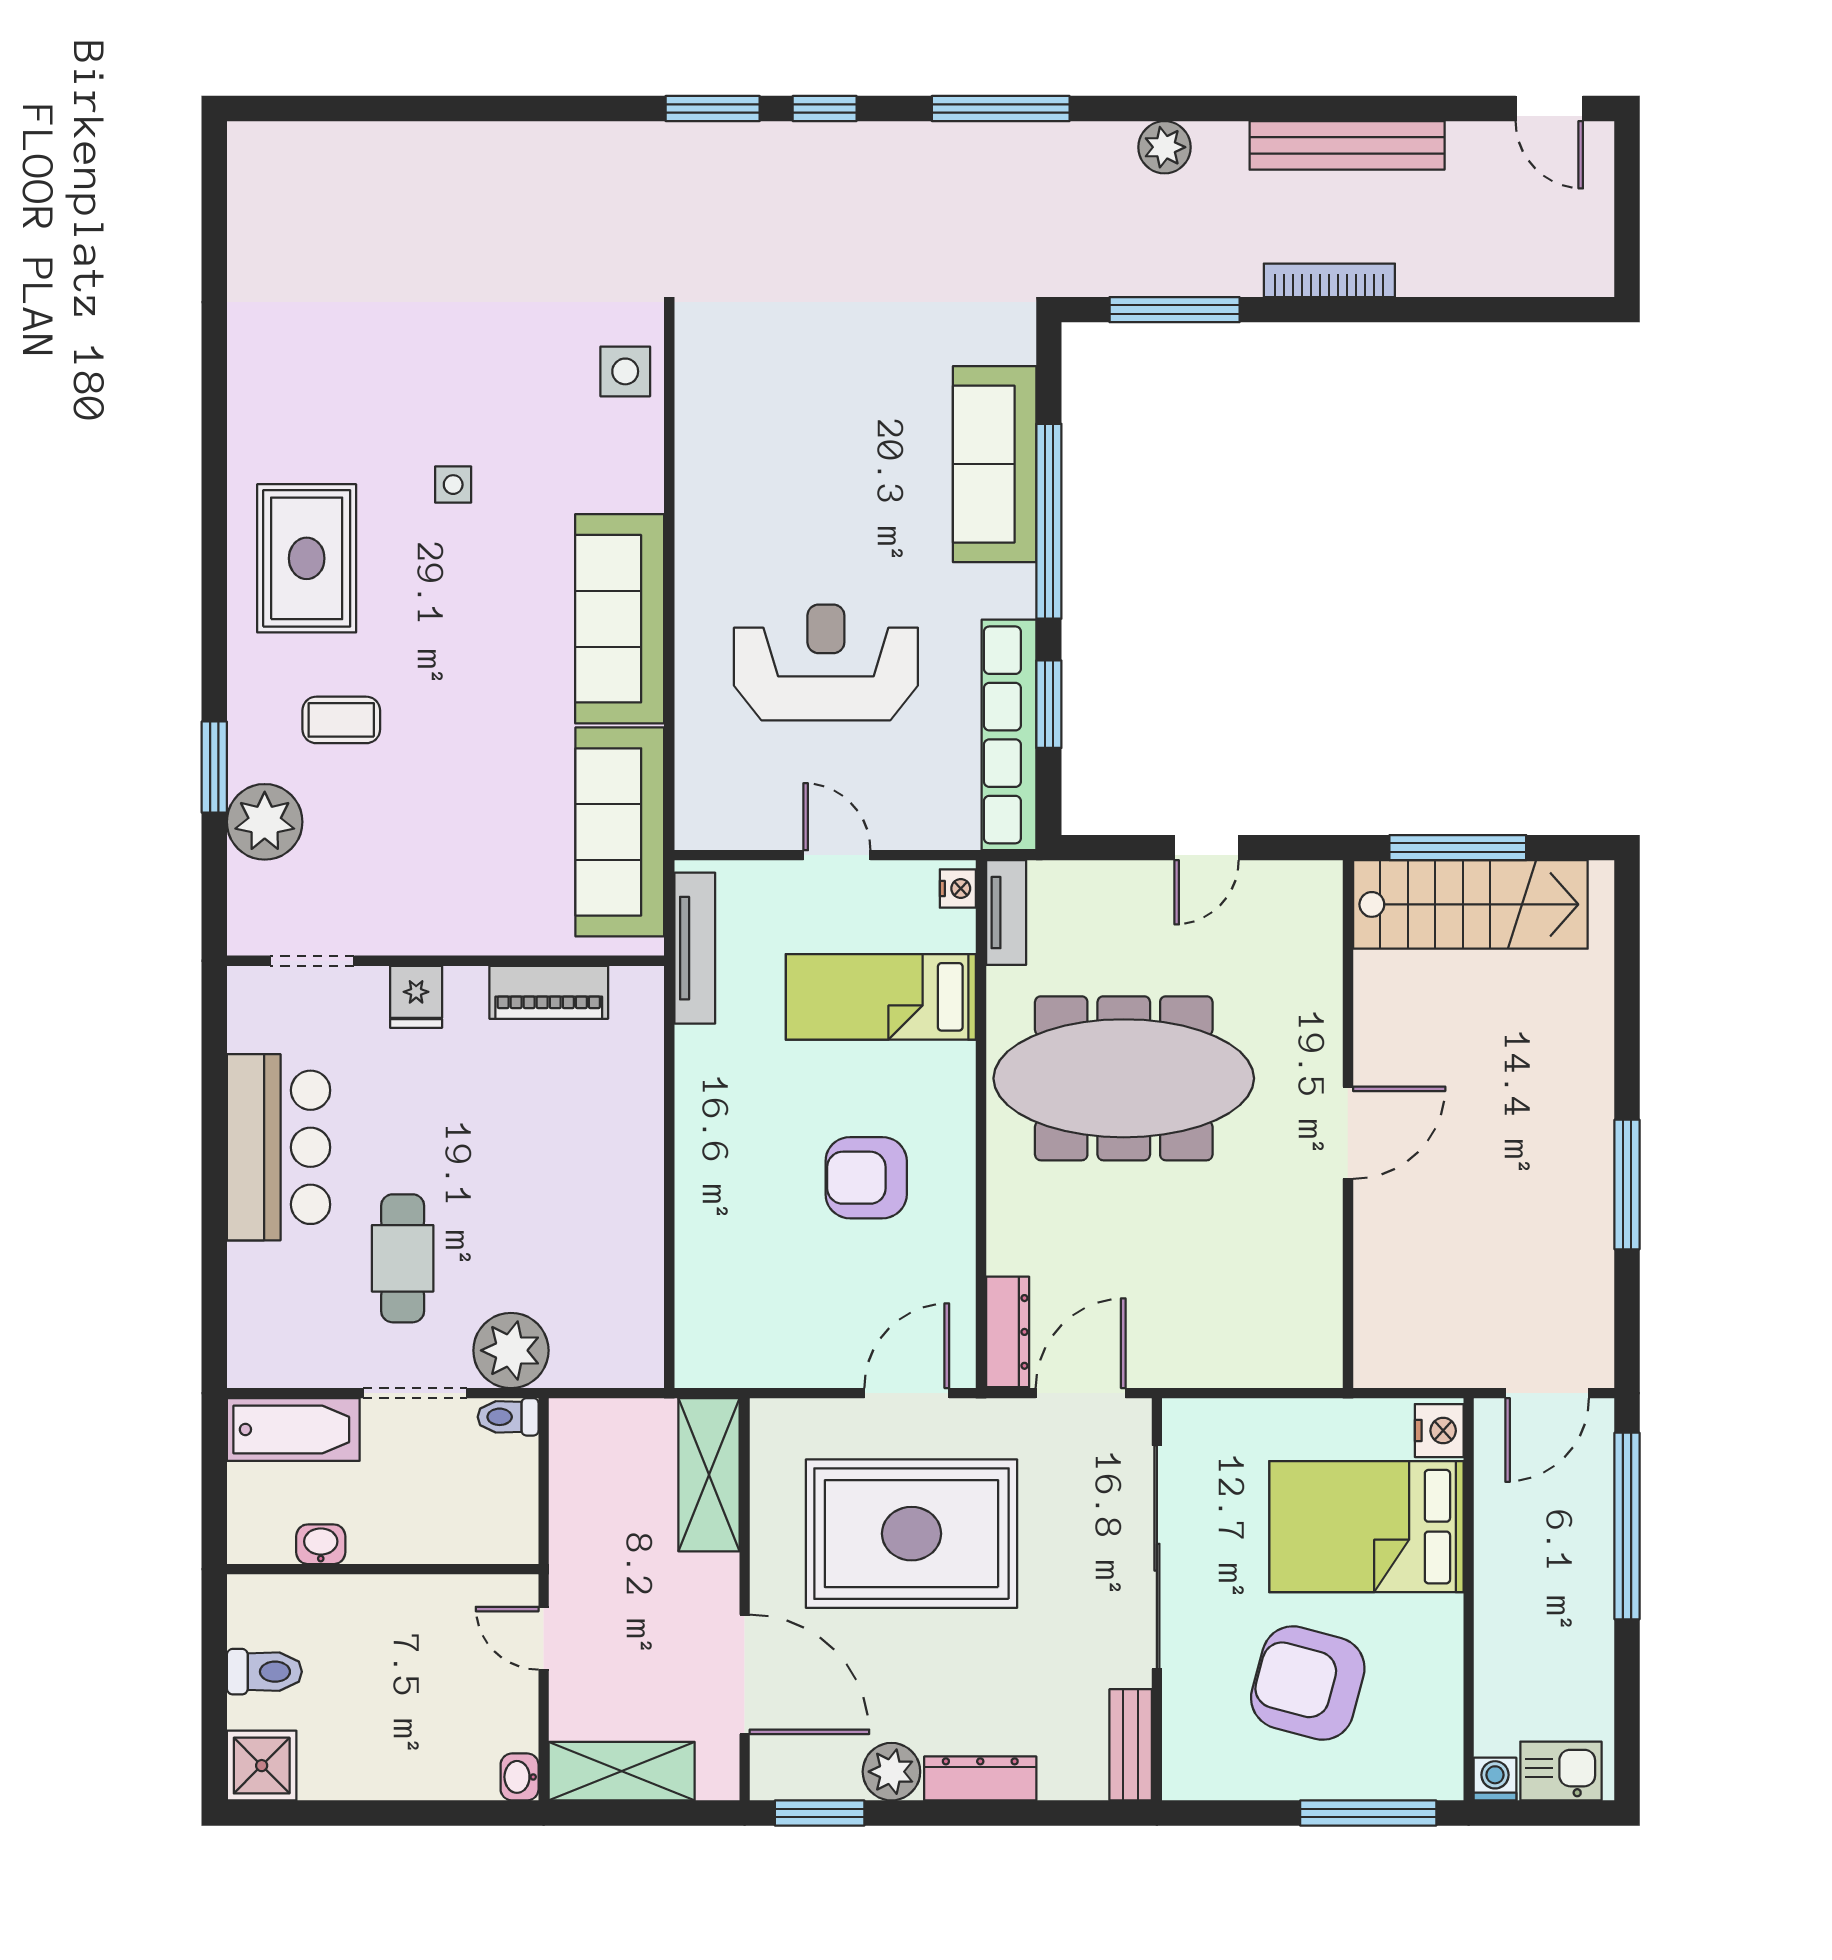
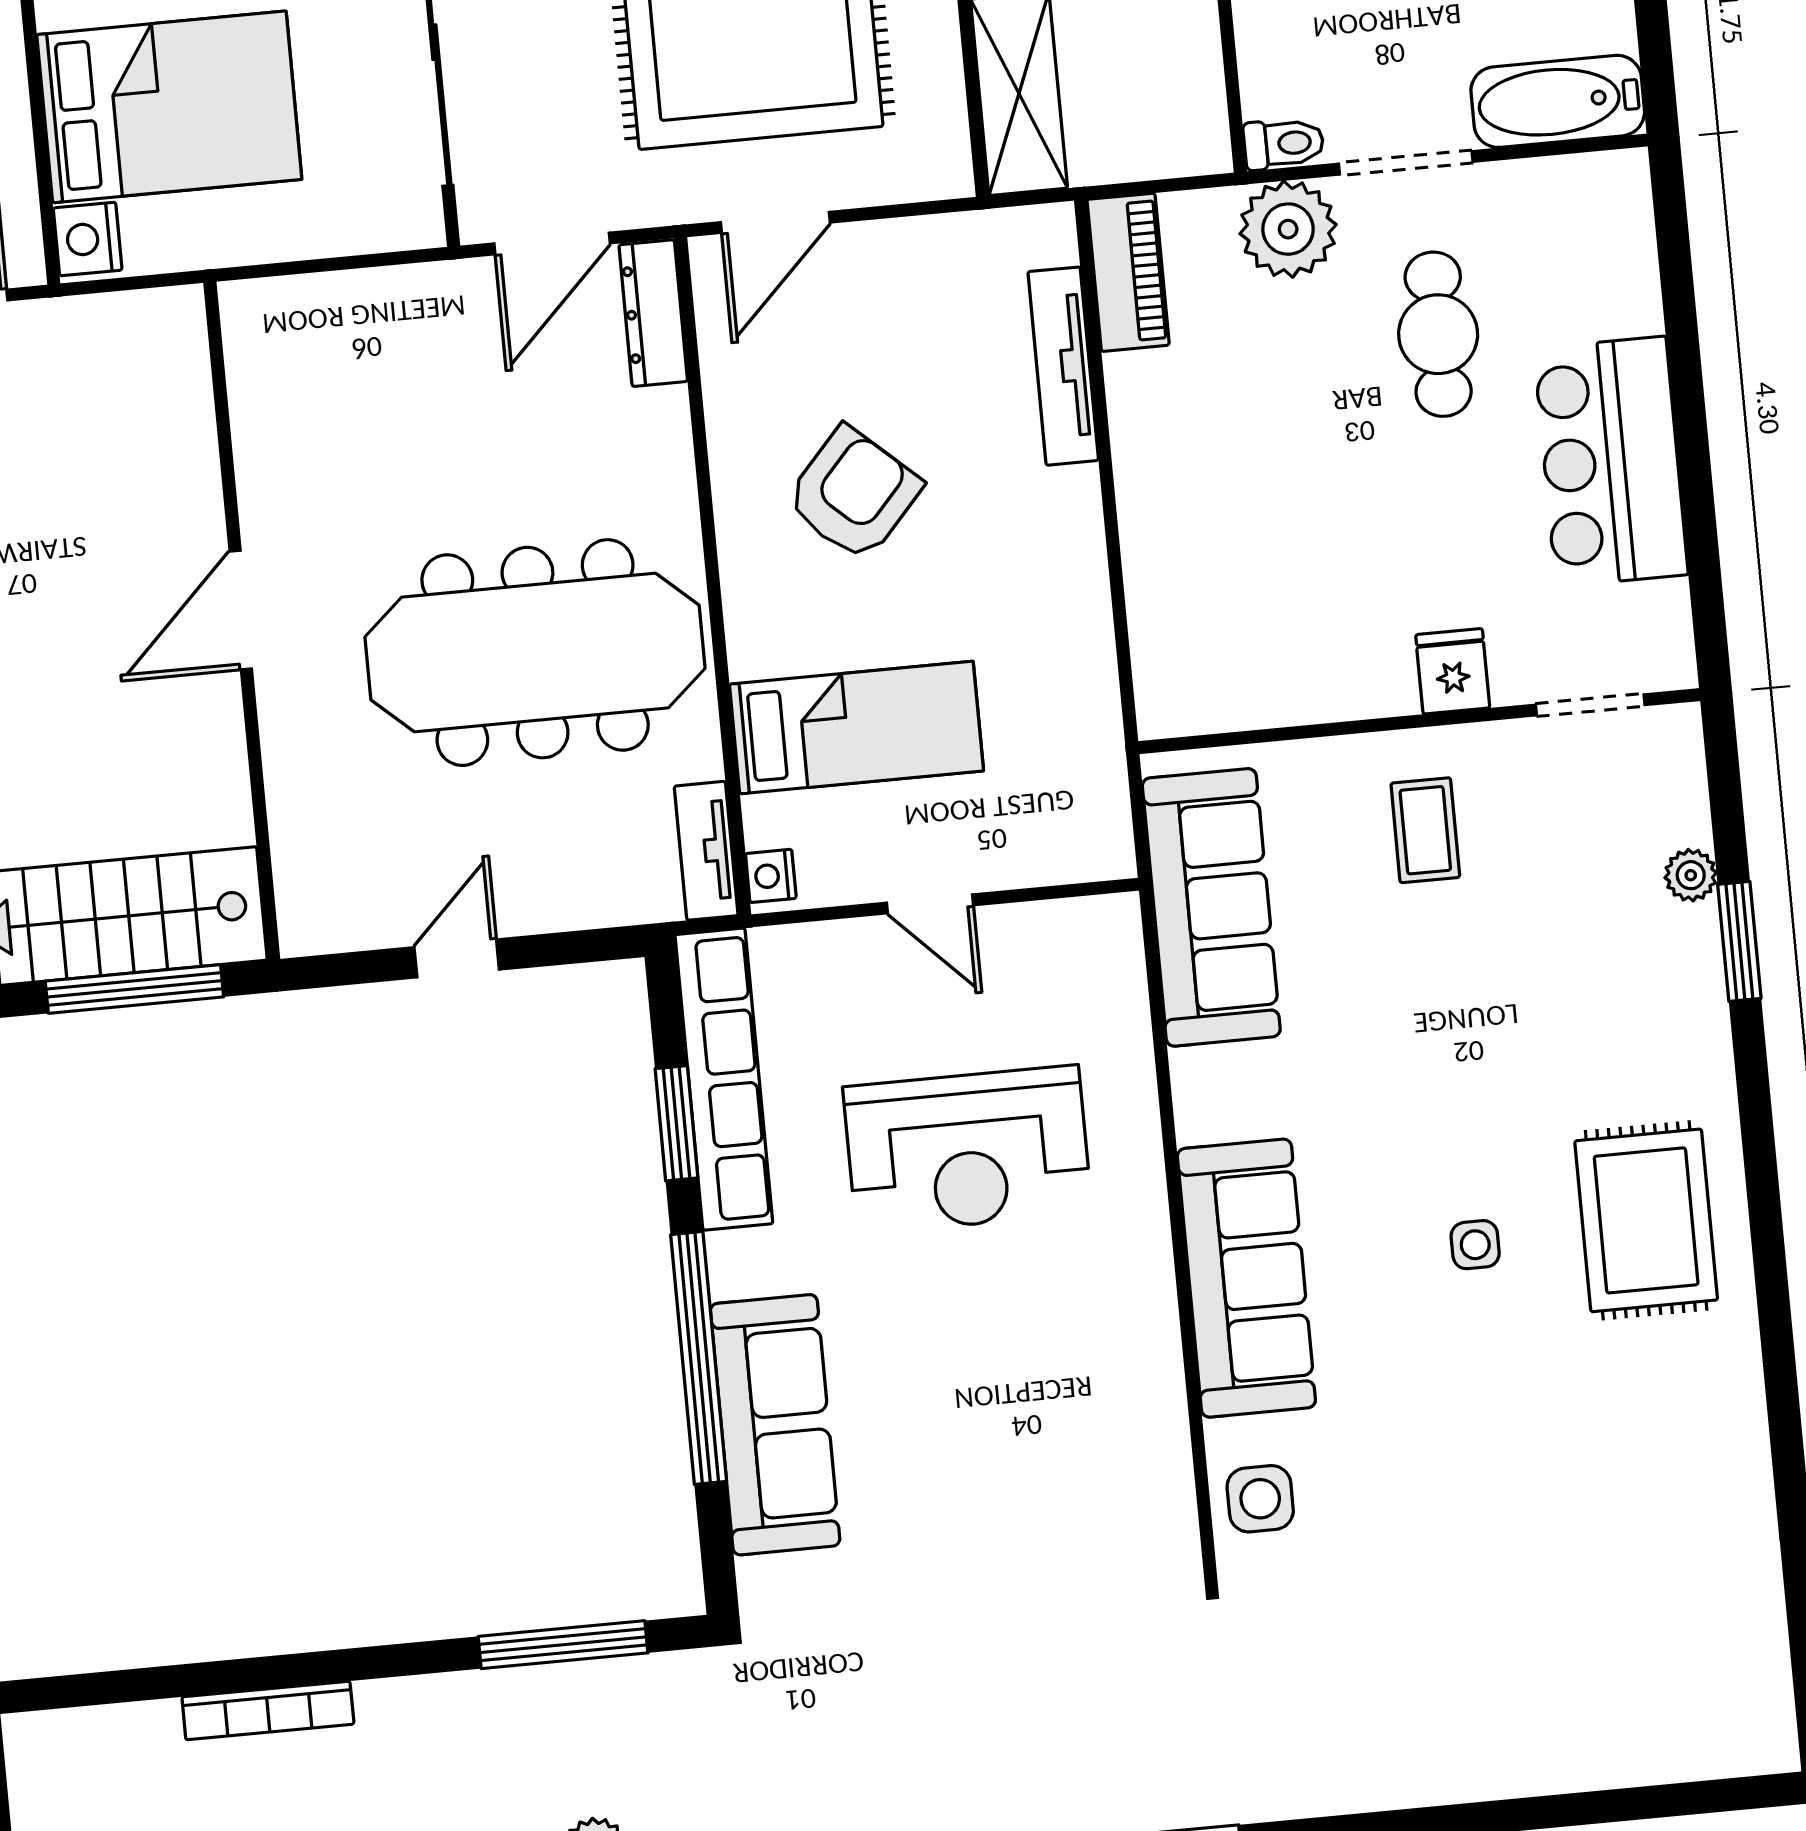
bookcase: (1329, 280) -> (268, 1711), moved
side table: (453, 485) -> (1475, 1245), moved
sofa: (620, 619) -> (1246, 1278), moved
coffee table: (341, 720) -> (1425, 830), moved, turned 90
plant: (265, 822) -> (1691, 875), width x0.53, depth x0.53
tv unit: (695, 948) -> (1063, 366), moved
piano: (549, 992) -> (1128, 272), moved, turned 90
armchair: (866, 1178) -> (853, 494), turned -48

